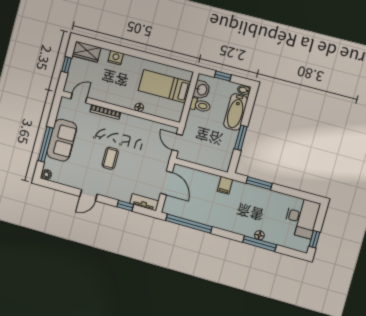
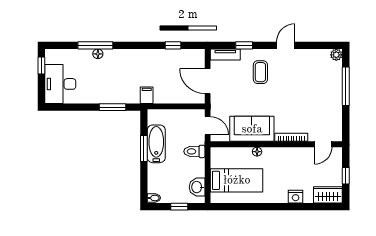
toilet: (200, 105) -> (194, 151), moved
bathtub: (236, 112) -> (156, 144), moved
sofa: (62, 140) -> (252, 129), moved, turned 90
coffee table: (110, 158) -> (260, 72), moved
window: (189, 224) -> (173, 45), width x0.32

